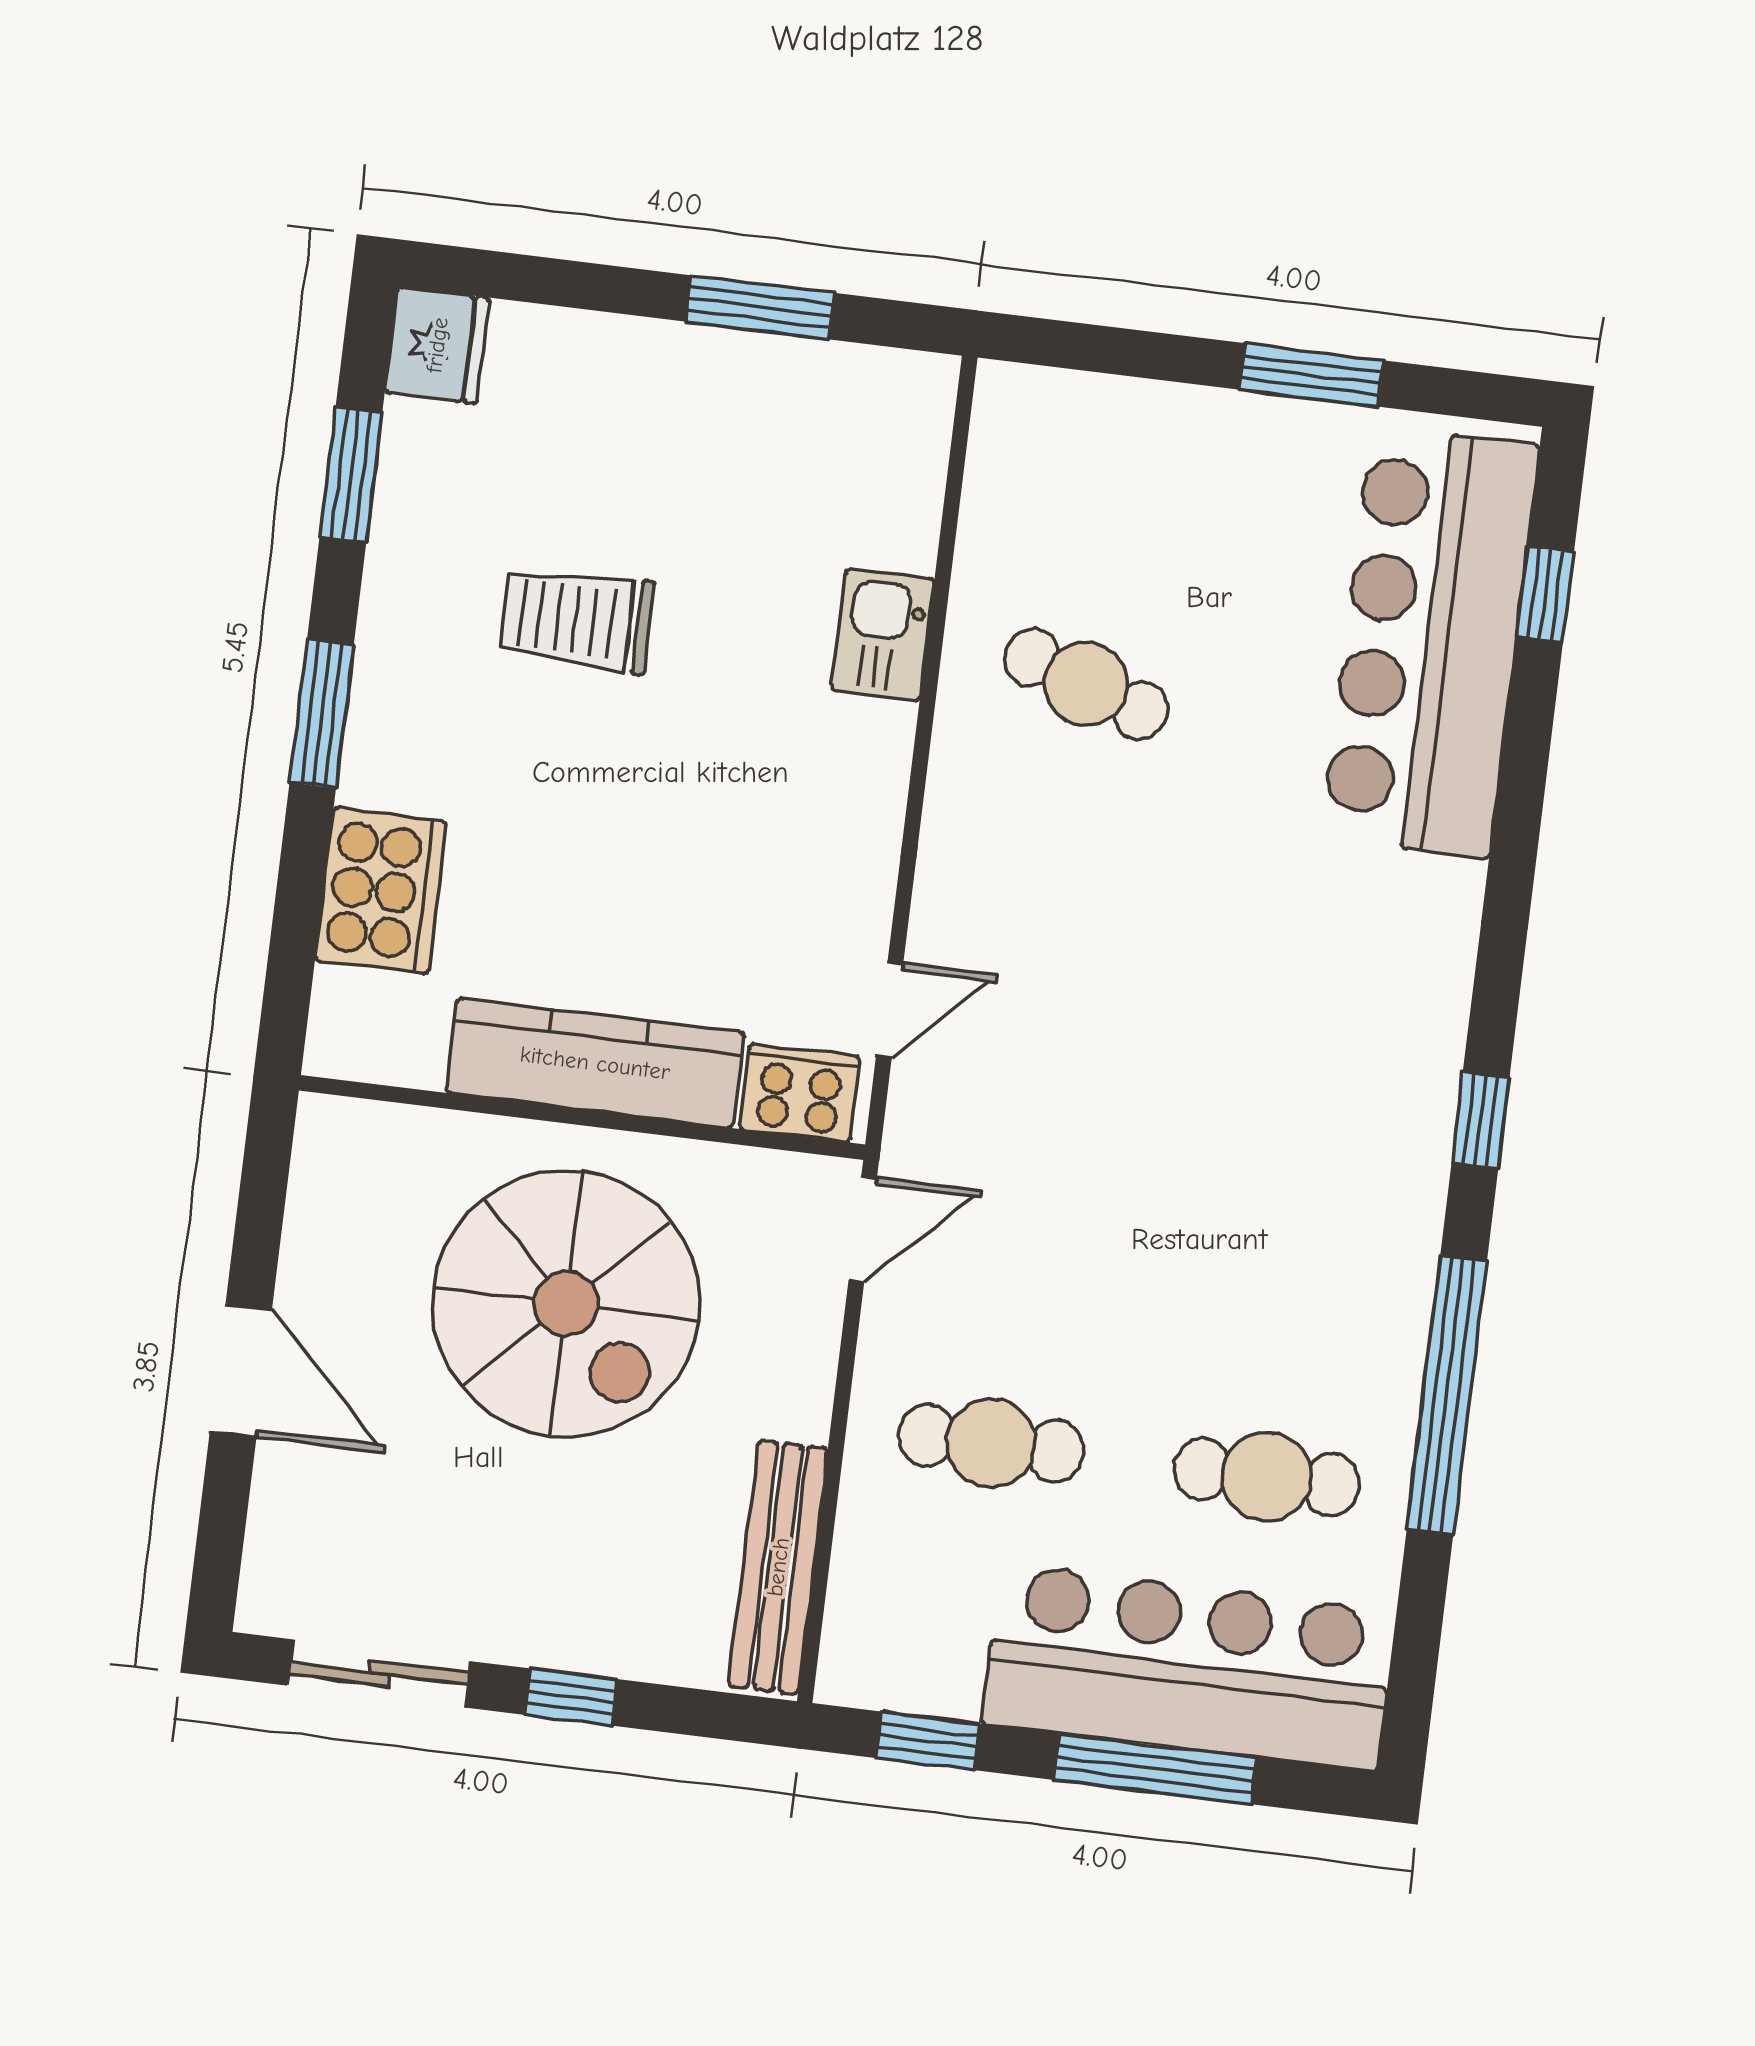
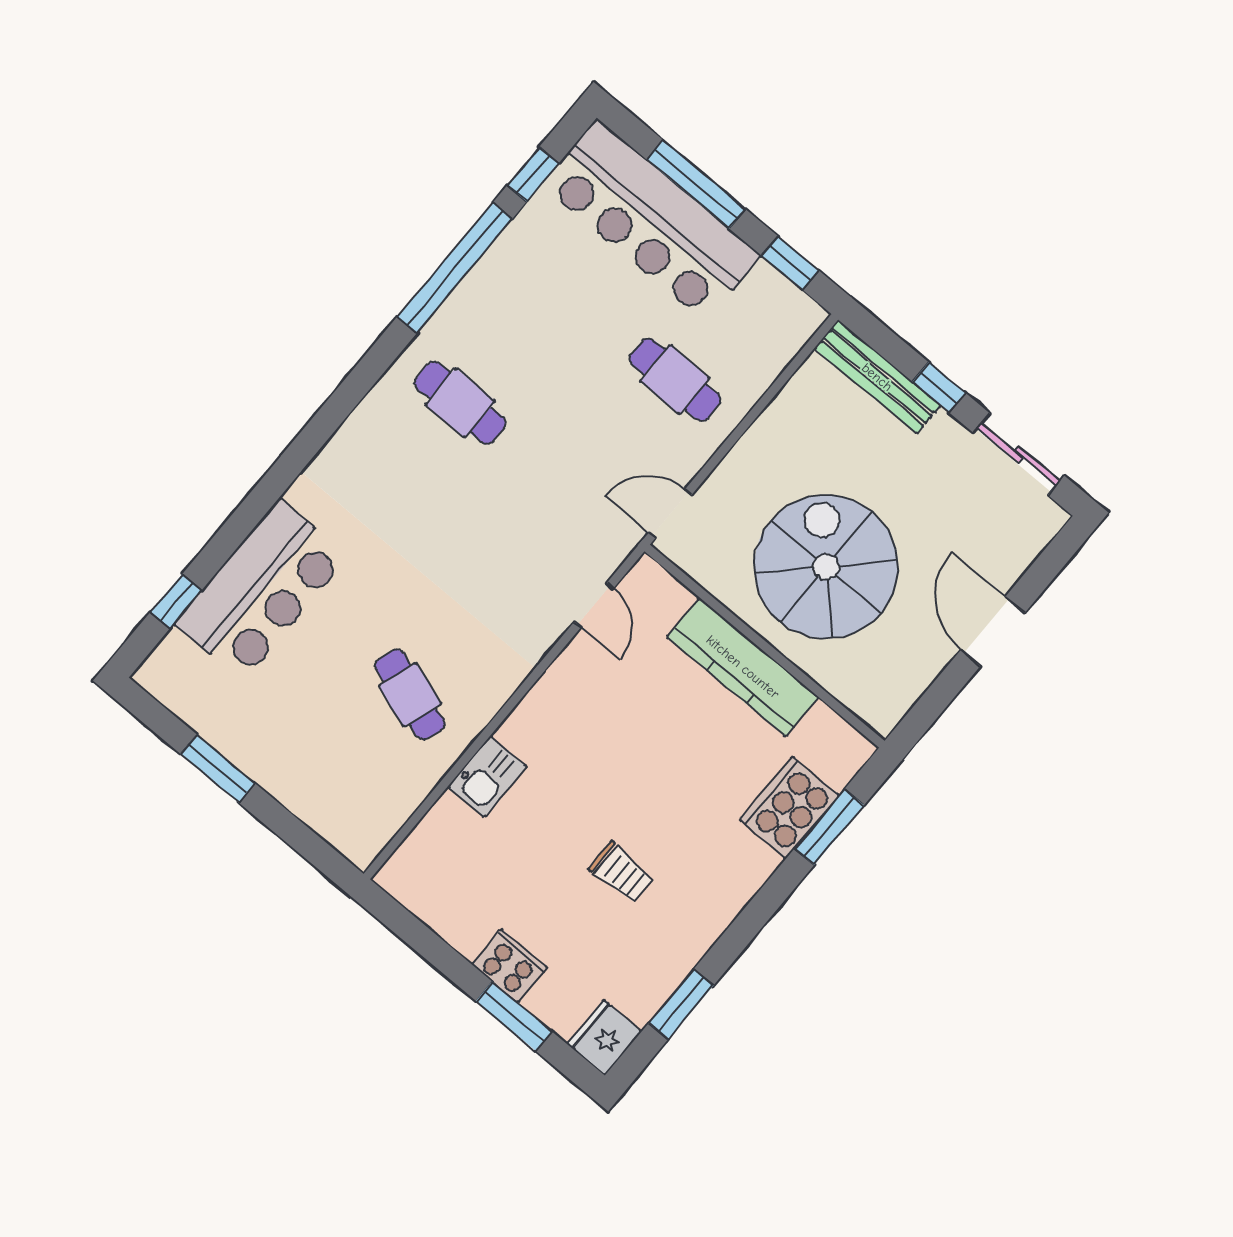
window: (760, 307) -> (514, 1016), moved
trolley: (577, 620) -> (621, 873), width x0.73, depth x0.72
bar counter: (1430, 642) -> (261, 590), width x0.73
window: (322, 714) -> (829, 827), moved
door: (890, 1010) -> (594, 605), swing flipped
cooker: (800, 1093) -> (510, 966), moved, turned 180
window: (1481, 1120) -> (533, 174), moved
cafe table: (1267, 1477) -> (460, 403), moved
bench: (778, 1567) -> (877, 377), moved, turned 90

